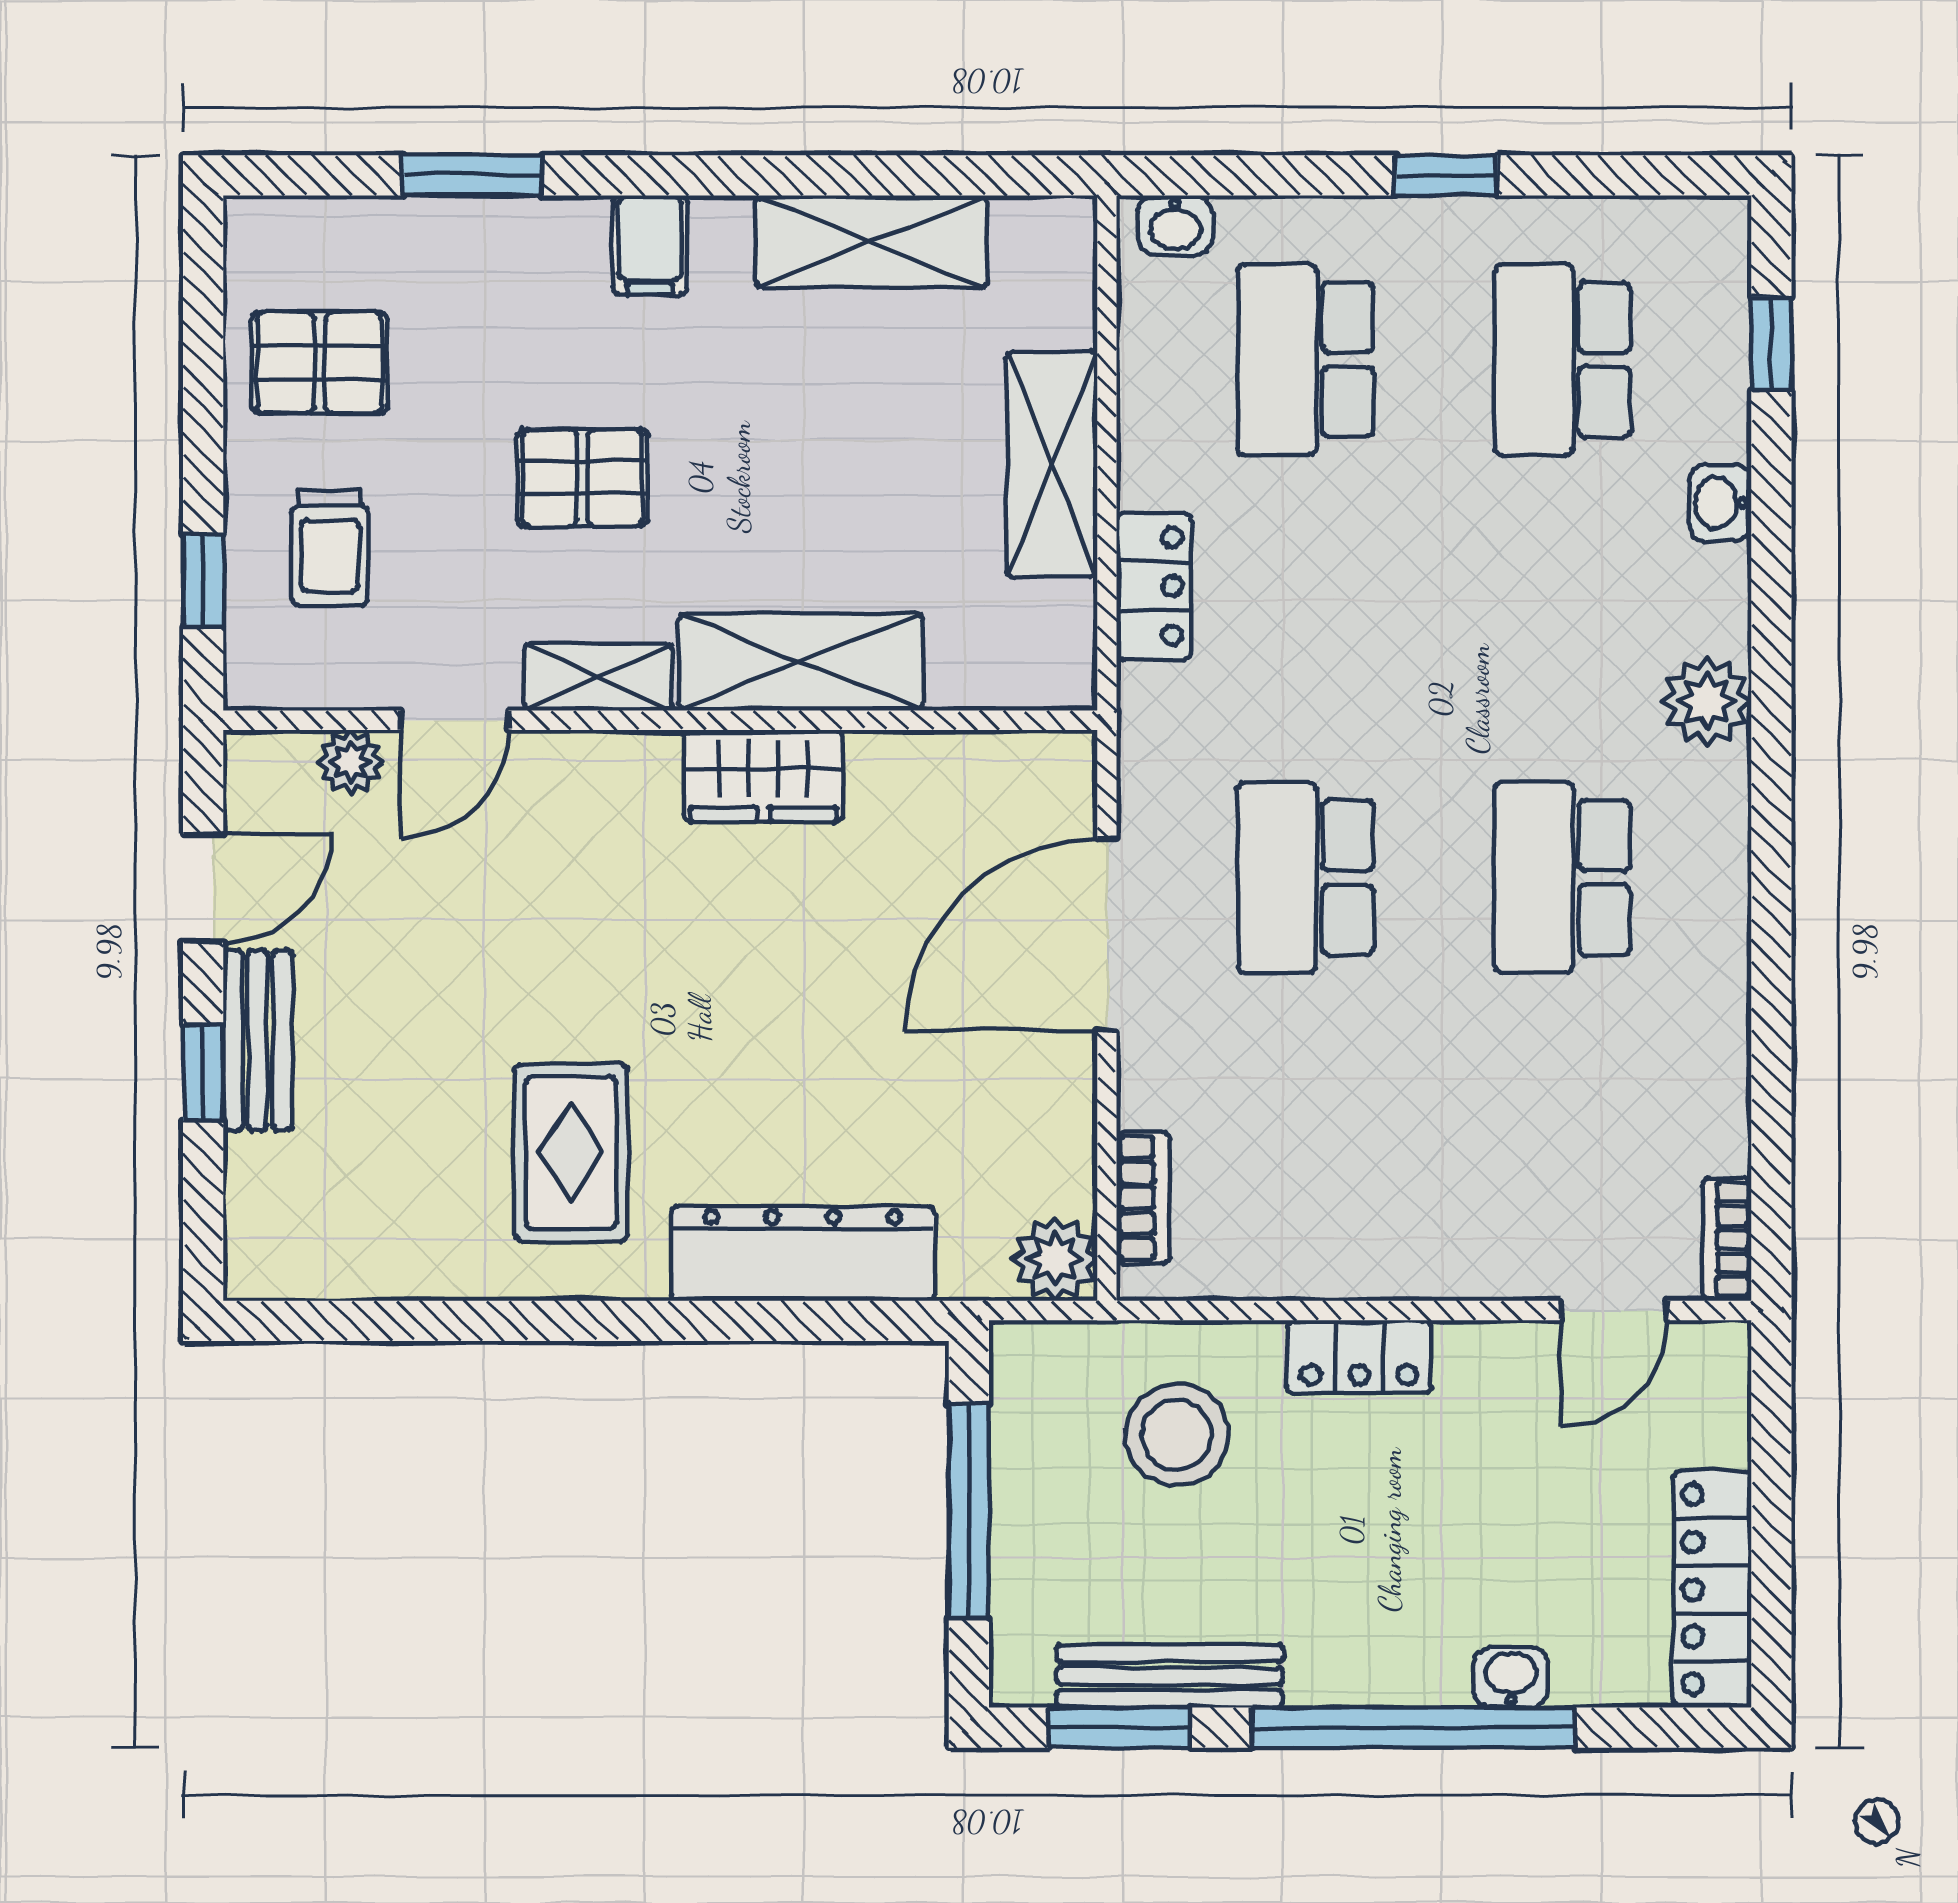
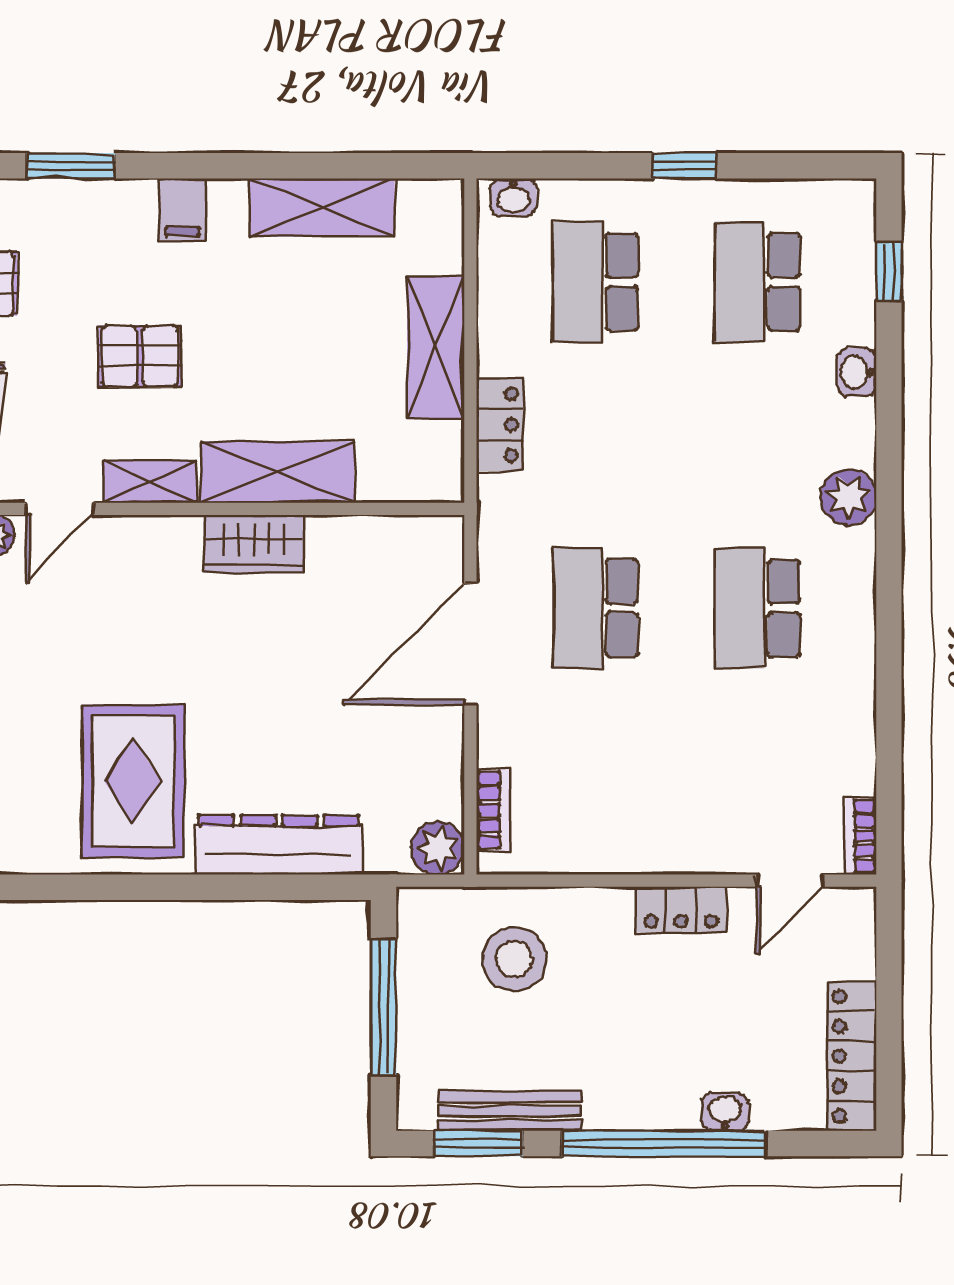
rug: (571, 1153) -> (133, 781), width x1.36, depth x1.43
locker: (1359, 1357) -> (681, 910), moved

